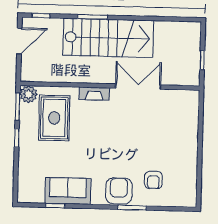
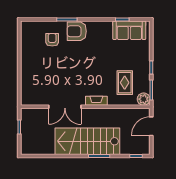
door: (19, 41) -> (151, 126), moved
rug: (54, 118) -> (125, 83), width x0.73, depth x0.70
sofa: (68, 191) -> (129, 30), moved
armchair: (119, 191) -> (77, 31), turned 90

